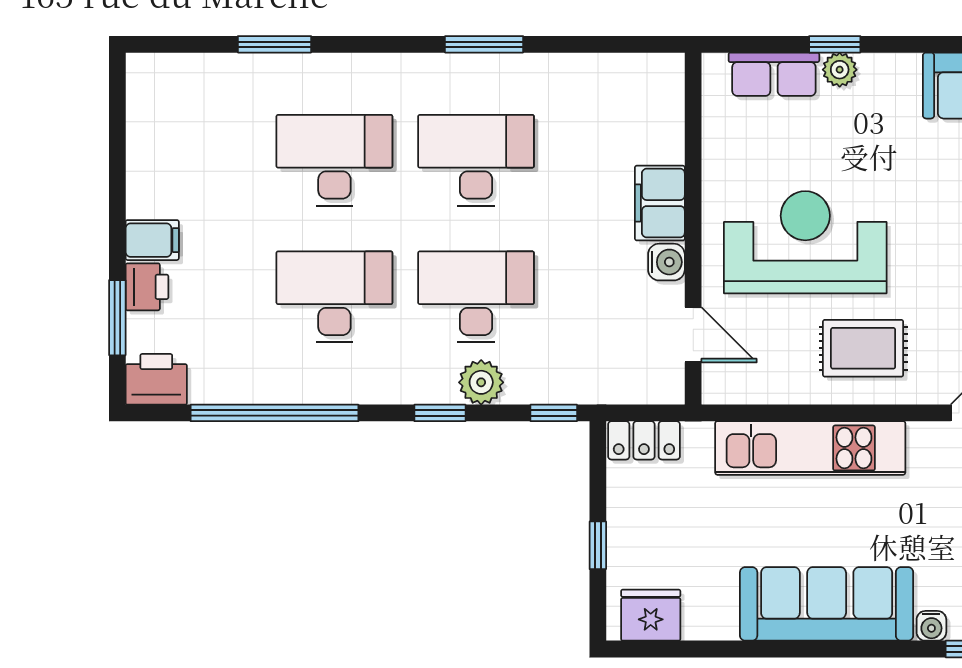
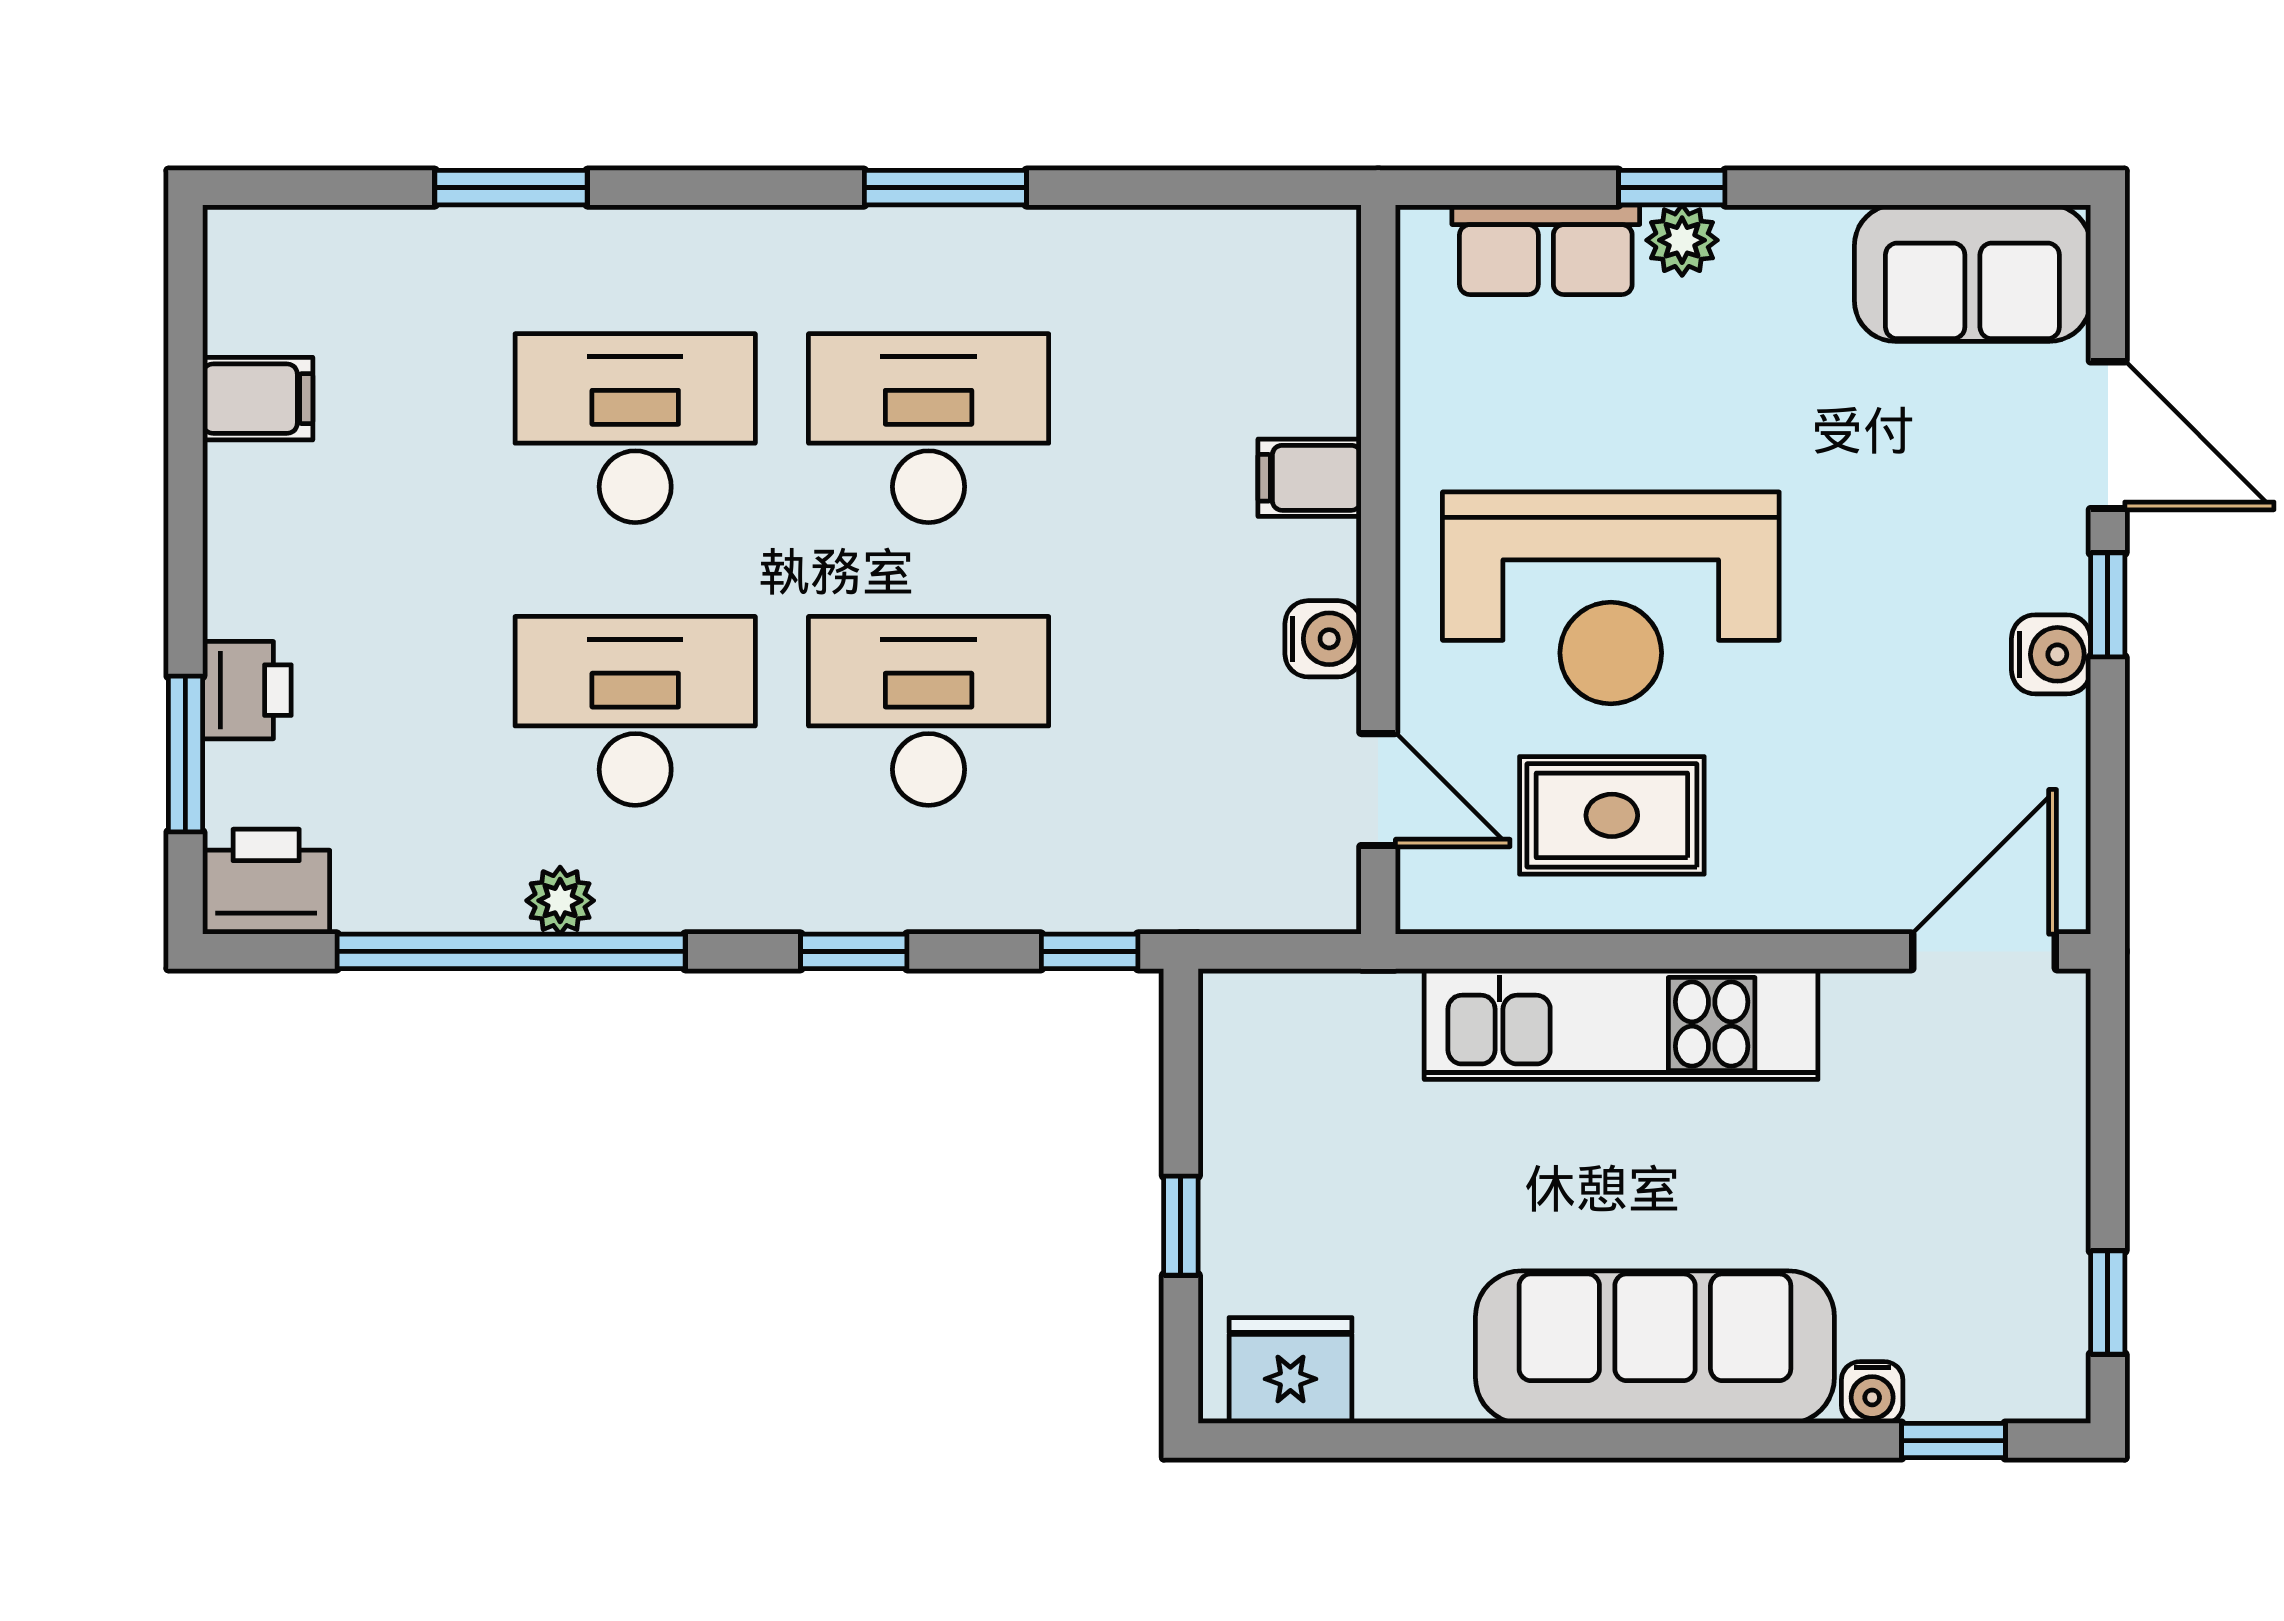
filing cabinet: (660, 203) -> (1310, 478), width x0.50
filing cabinet: (152, 240) -> (258, 399), moved
reception desk: (805, 242) -> (1611, 598), turned 180
rug: (863, 348) -> (1612, 815), moved
plant: (481, 382) -> (560, 901), moved, width x0.73, depth x0.73
locker: (644, 440) -> (1277, 1008), removed

